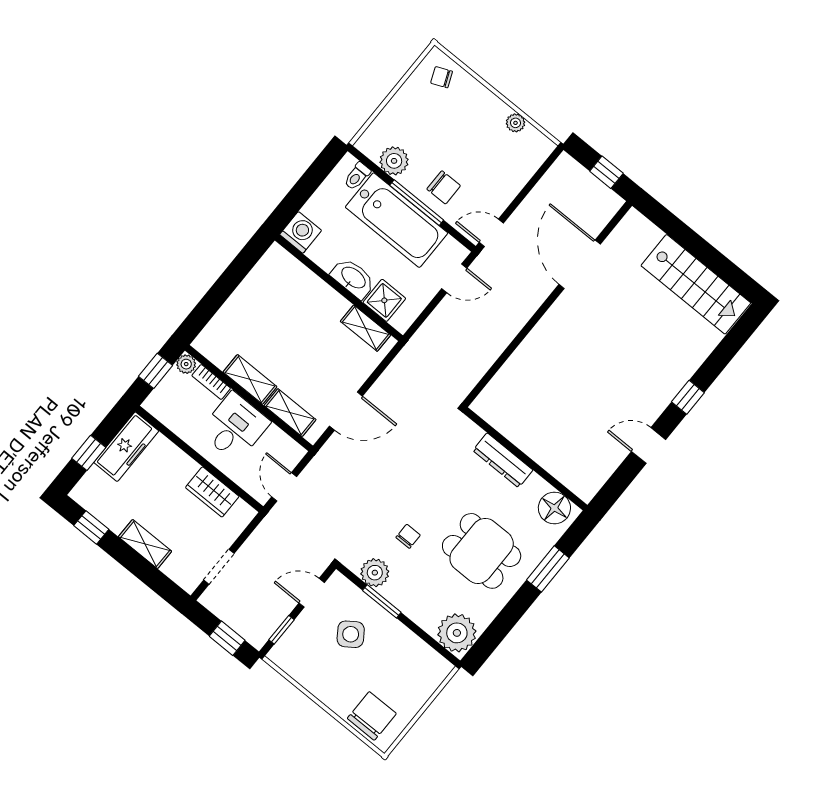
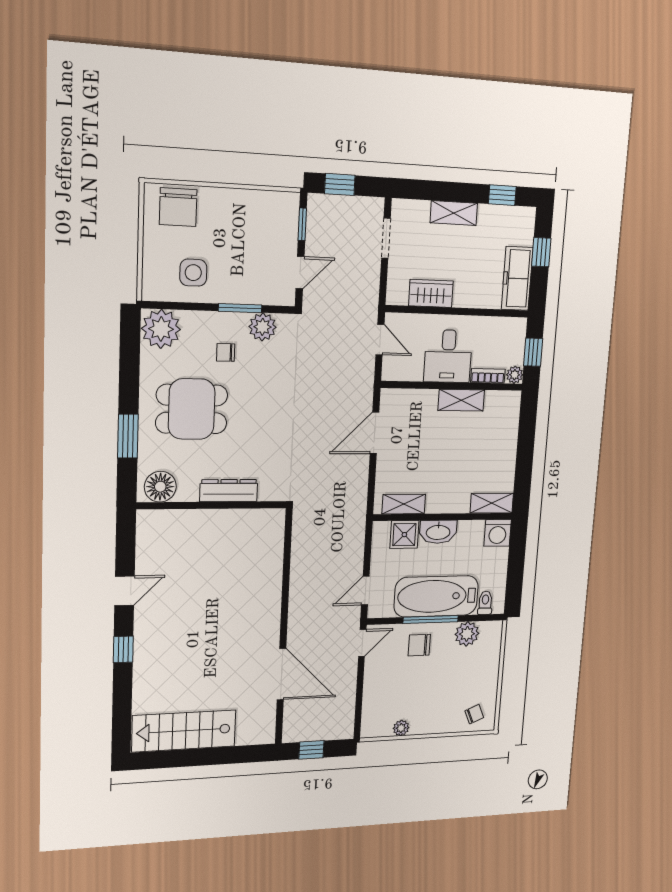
shelving: (290, 413) -> (492, 503), moved
chair: (408, 536) -> (226, 352), moved, turned 90
side table: (351, 634) -> (193, 273), moved, turned 35

